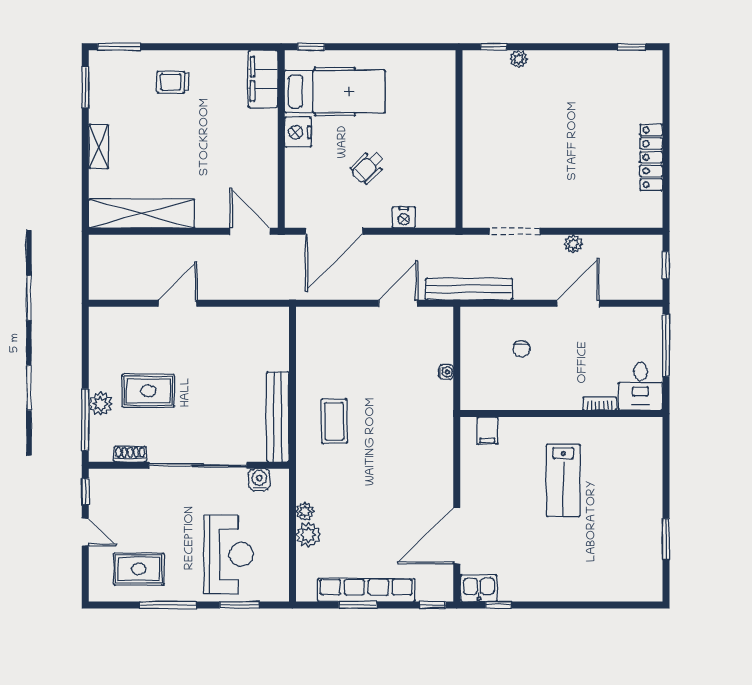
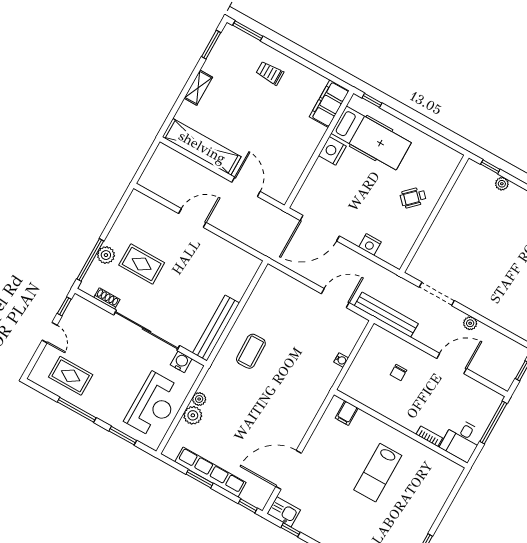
wheelchair: (368, 167) -> (413, 198), moved
door: (250, 231) -> (246, 187), moved
reception desk: (228, 554) -> (153, 405), moved

